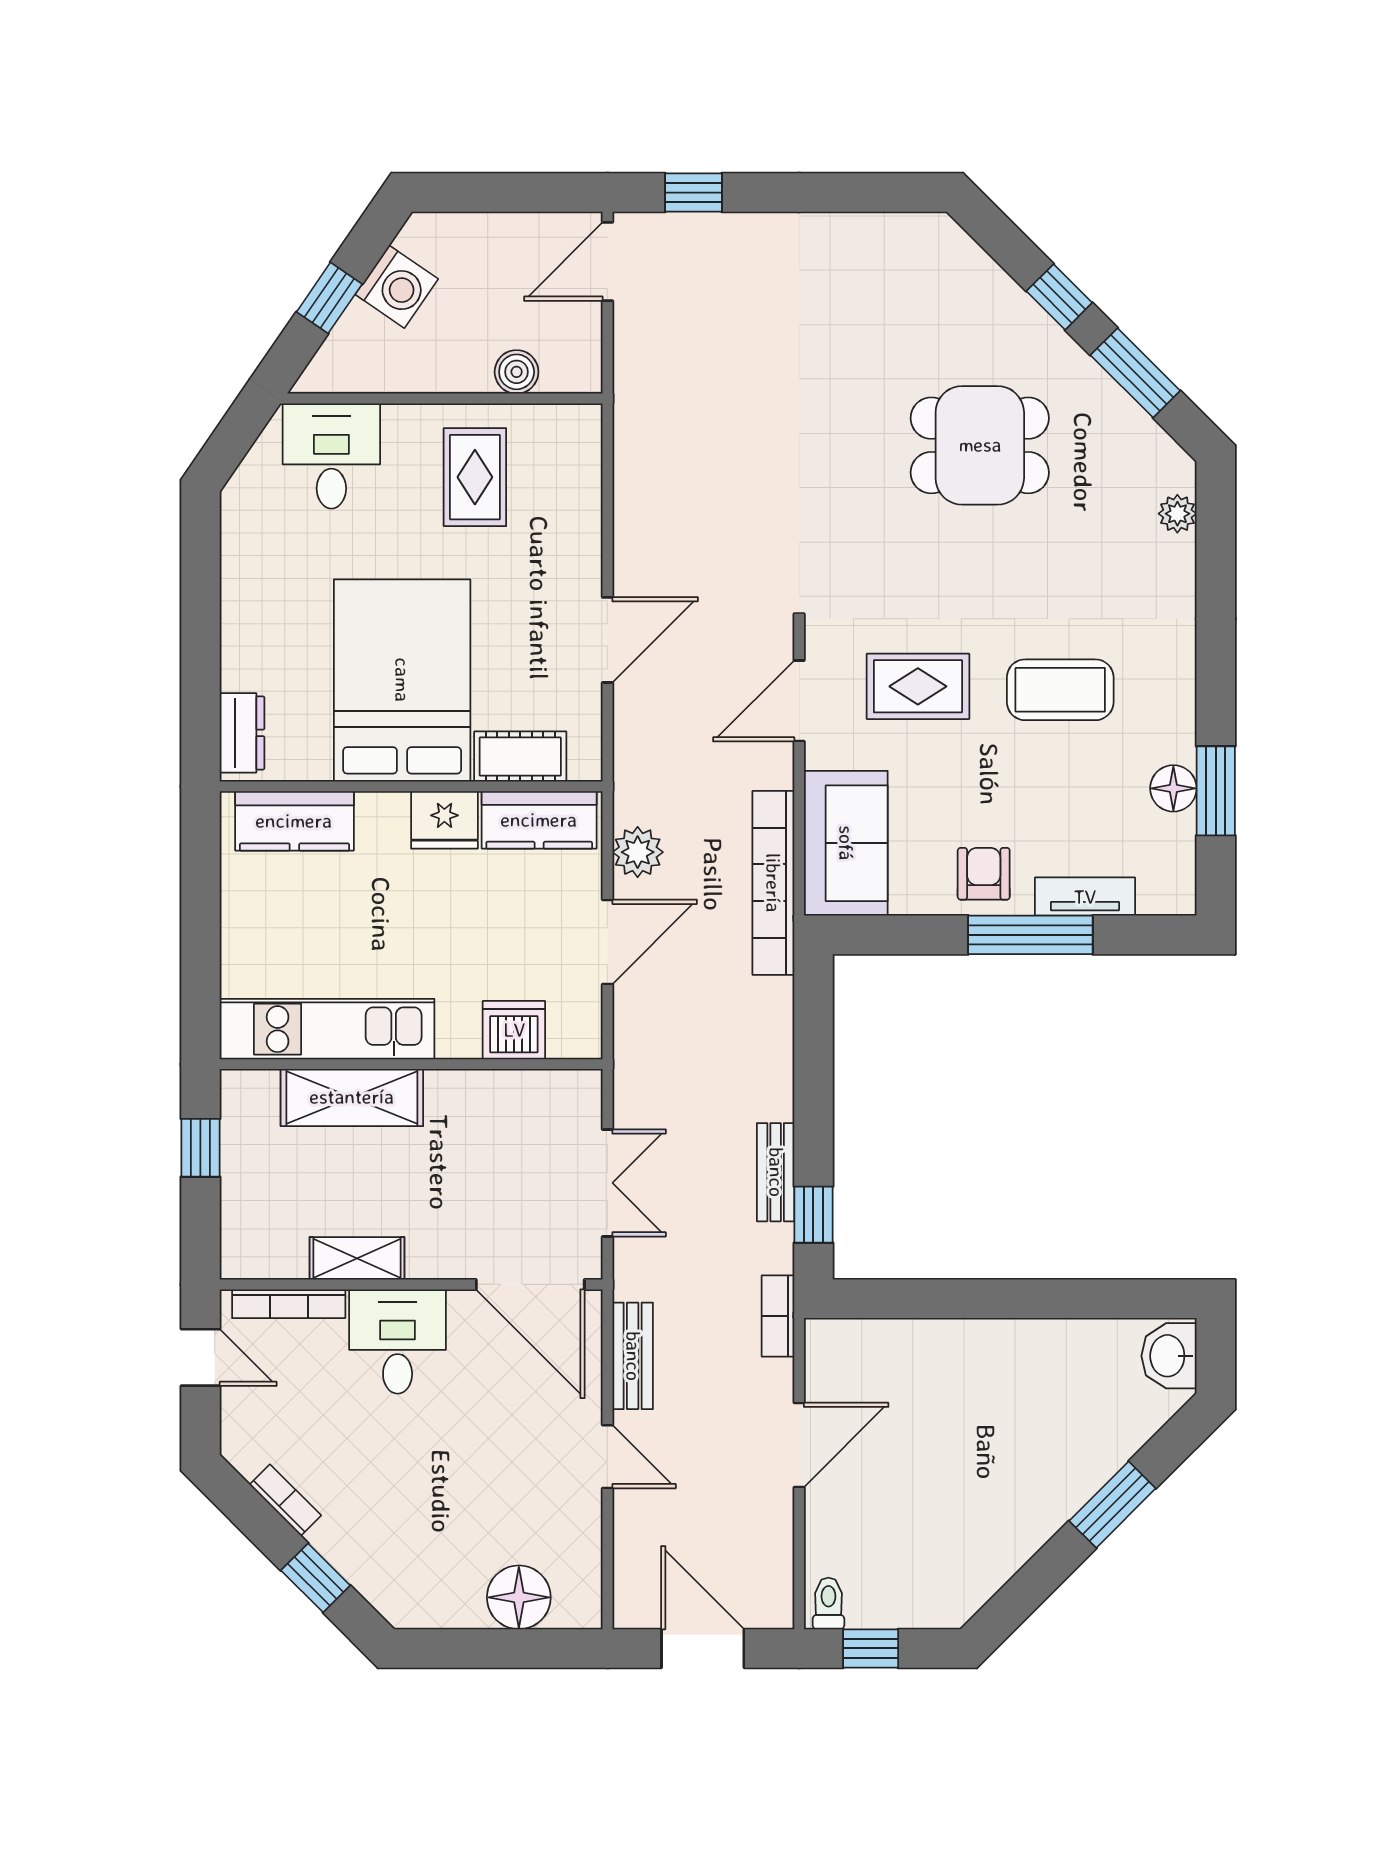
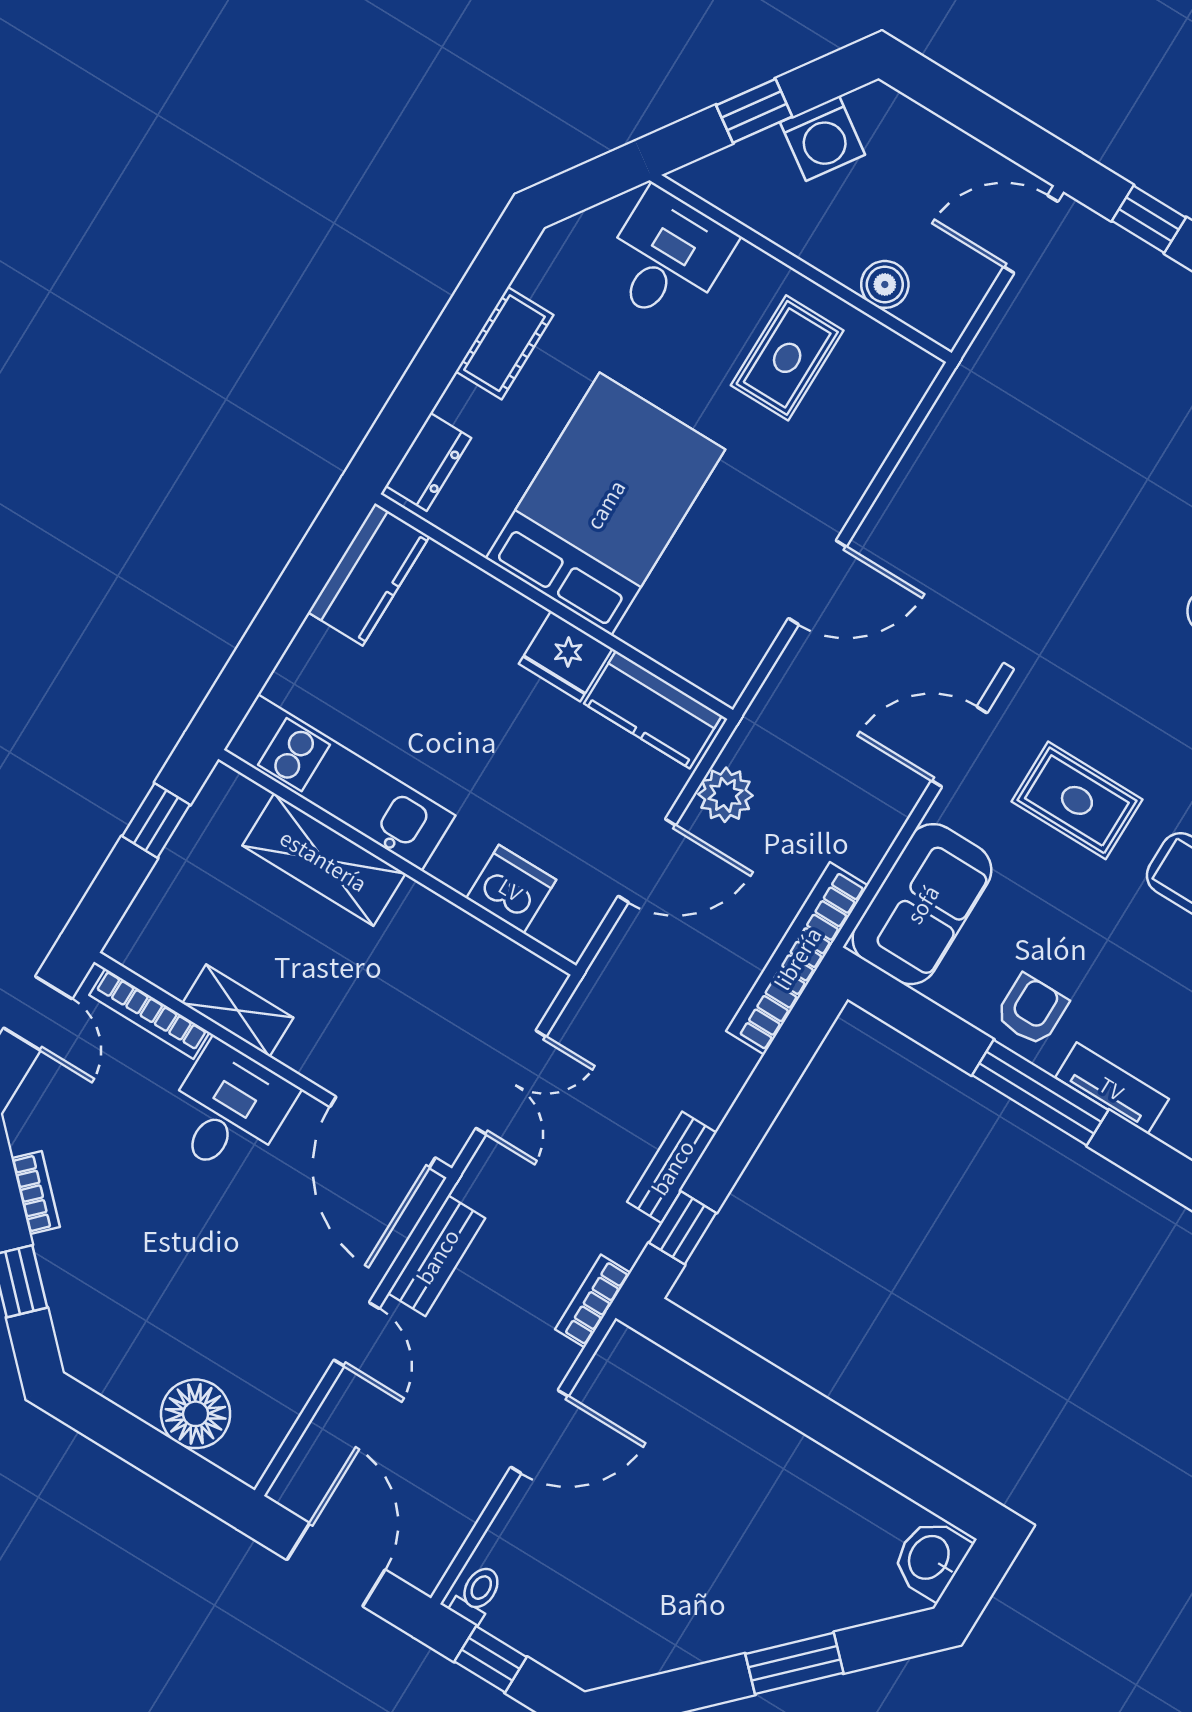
cot: (520, 757) -> (505, 343), moved, turned 90
kitchen counter: (294, 821) -> (369, 574), moved, turned -90
bookcase: (773, 883) -> (797, 958), moved

